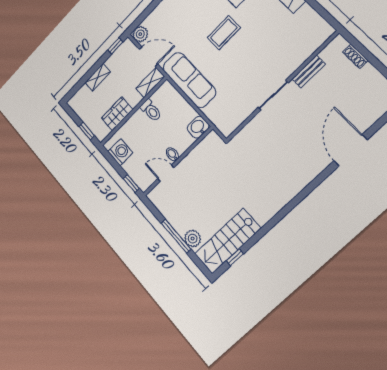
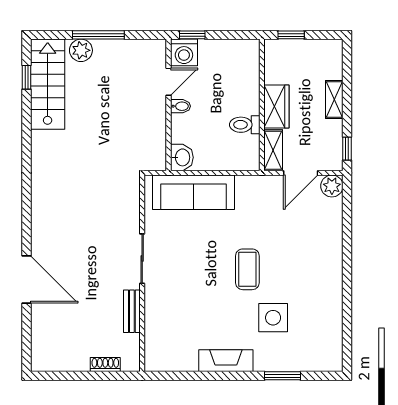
sofa: (189, 80) -> (194, 192), moved
wardrobe: (117, 114) -> (276, 106), moved
washing machine: (120, 152) -> (184, 52), moved

